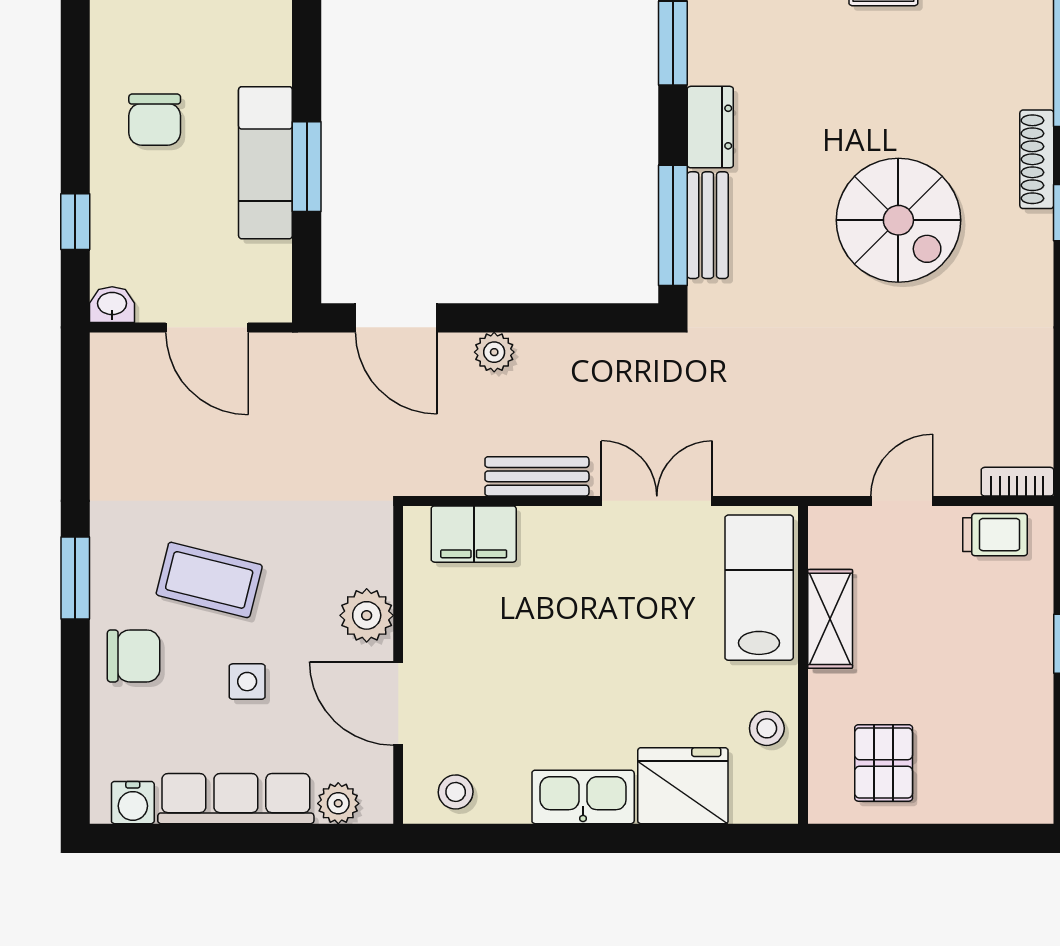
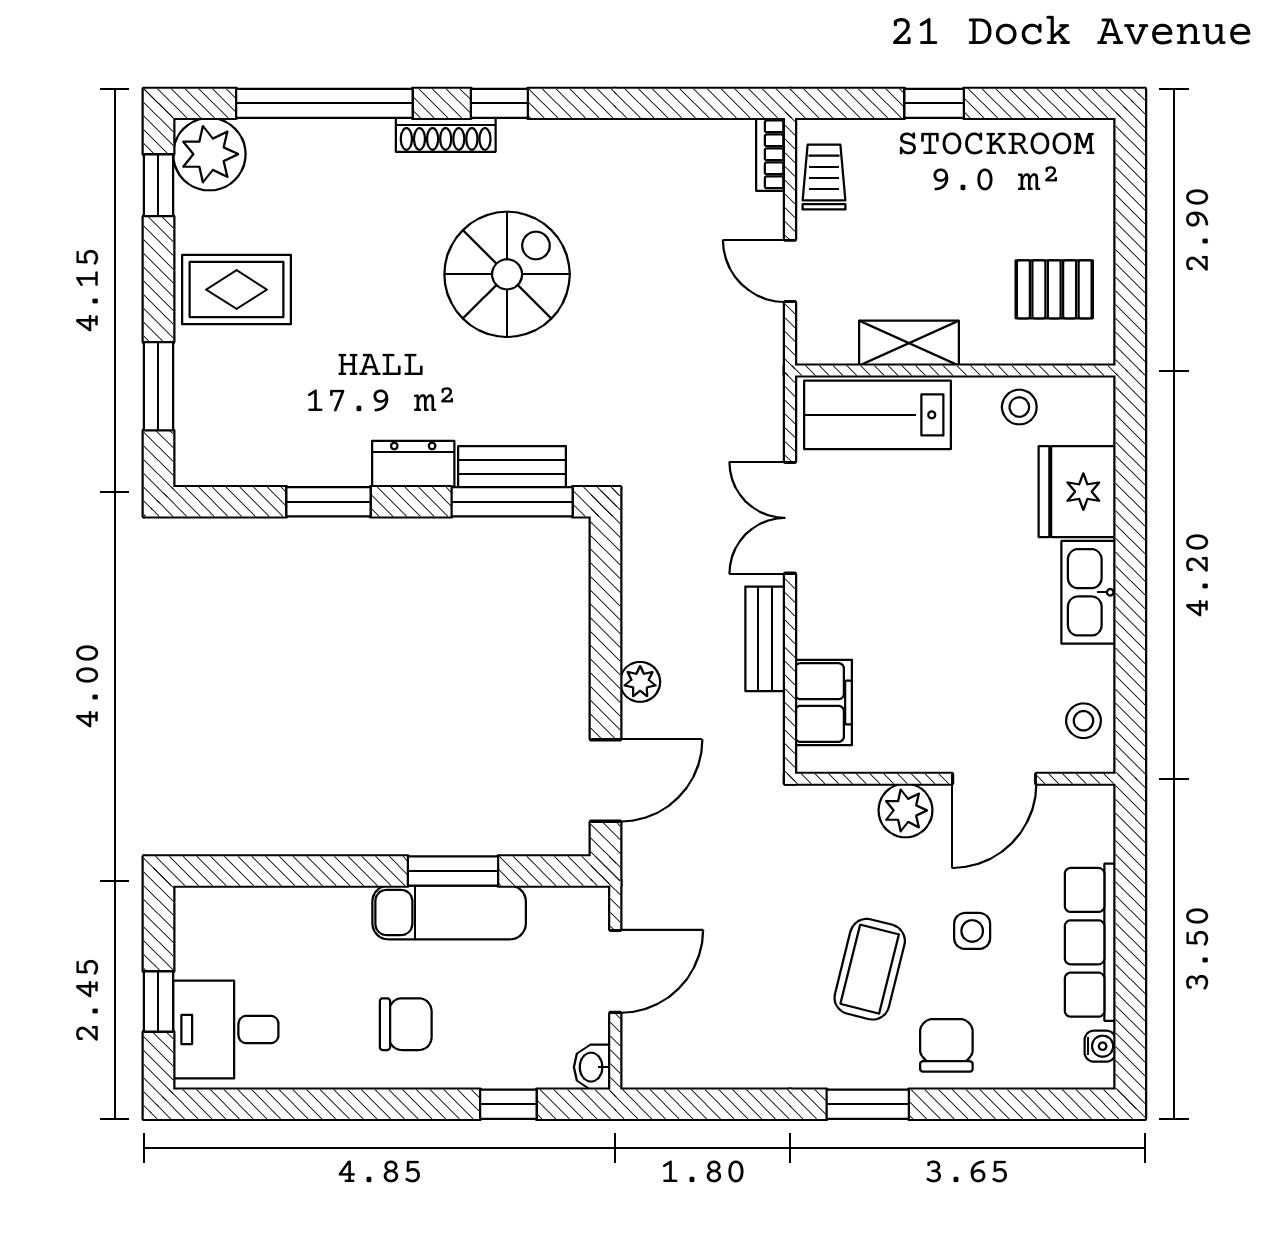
water cooler: (133, 803) -> (1100, 1046), width x0.72, depth x0.72
plant: (338, 803) -> (1095, 839), removed

